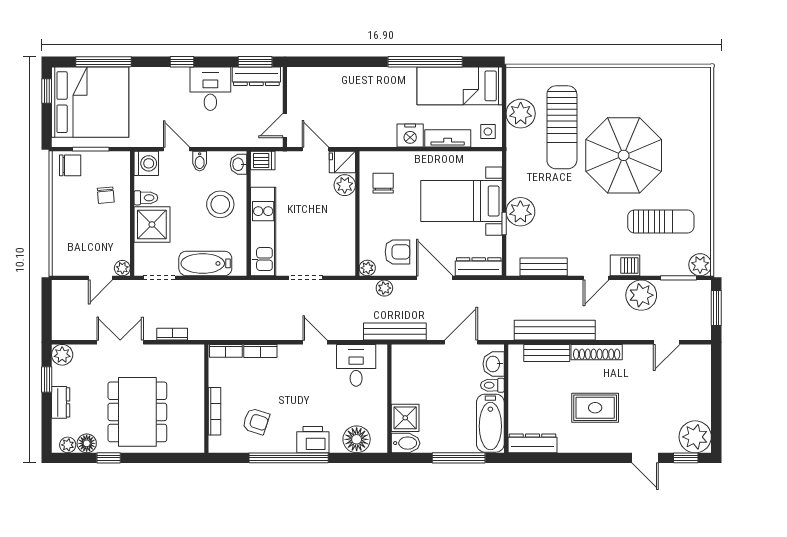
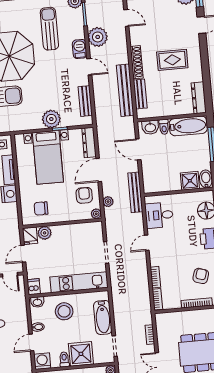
rug: (595, 408) -> (172, 60), turned 90

